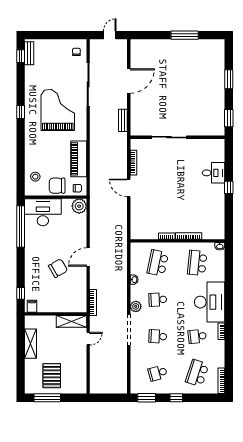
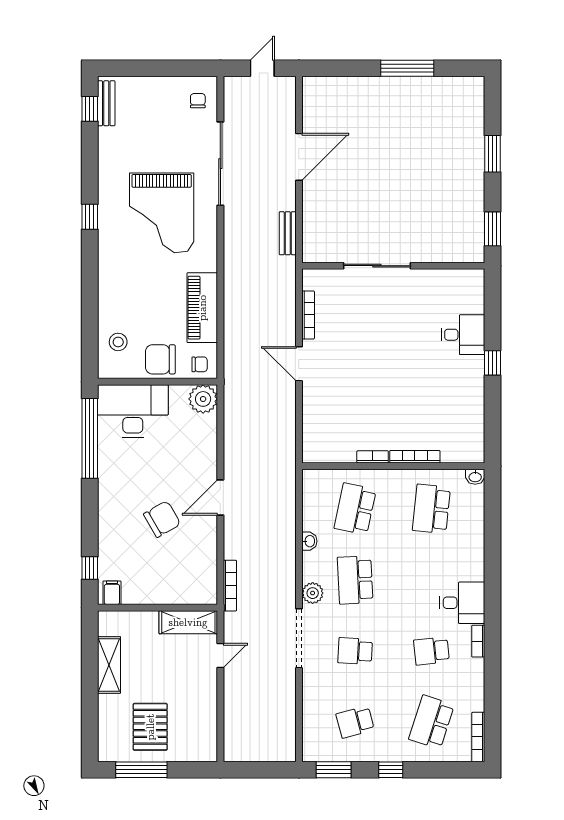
grand piano: (58, 110) -> (162, 213), turned 180
school desk: (158, 300) -> (355, 580), width x1.85
desk: (210, 302) -> (462, 603), width x0.53, depth x0.77

